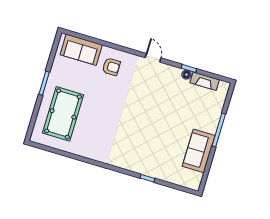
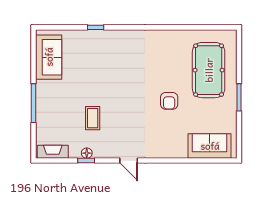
armchair: (111, 67) -> (169, 101), moved, turned -90
fireplace: (205, 81) -> (53, 152), moved
coffee table: (173, 103) -> (93, 118), added
sofa: (199, 151) -> (49, 57), moved

